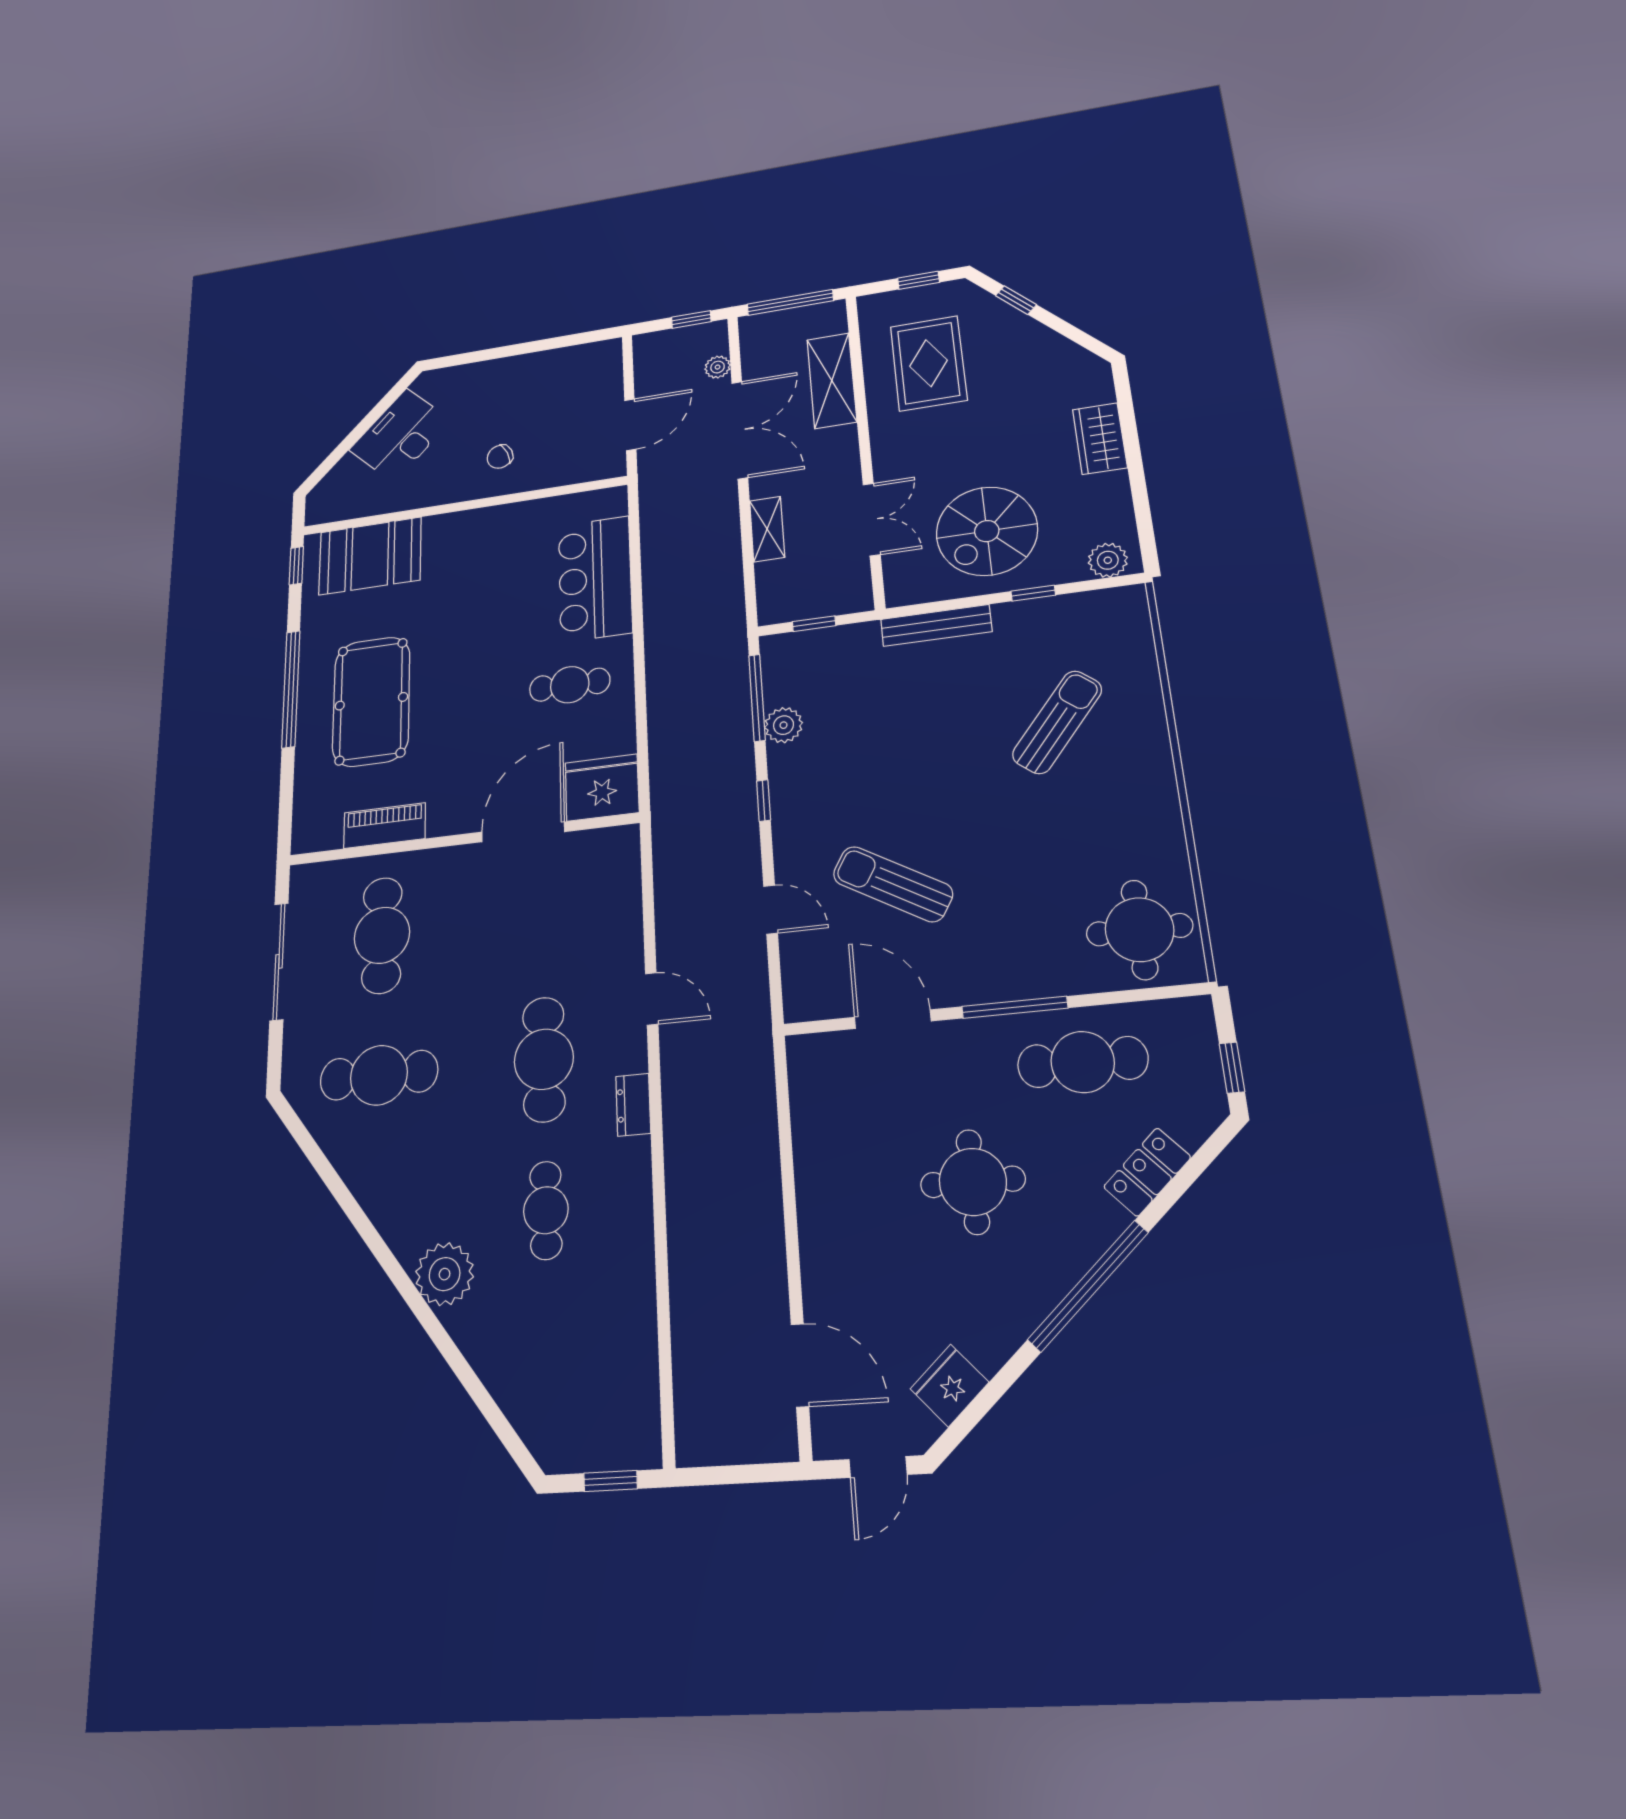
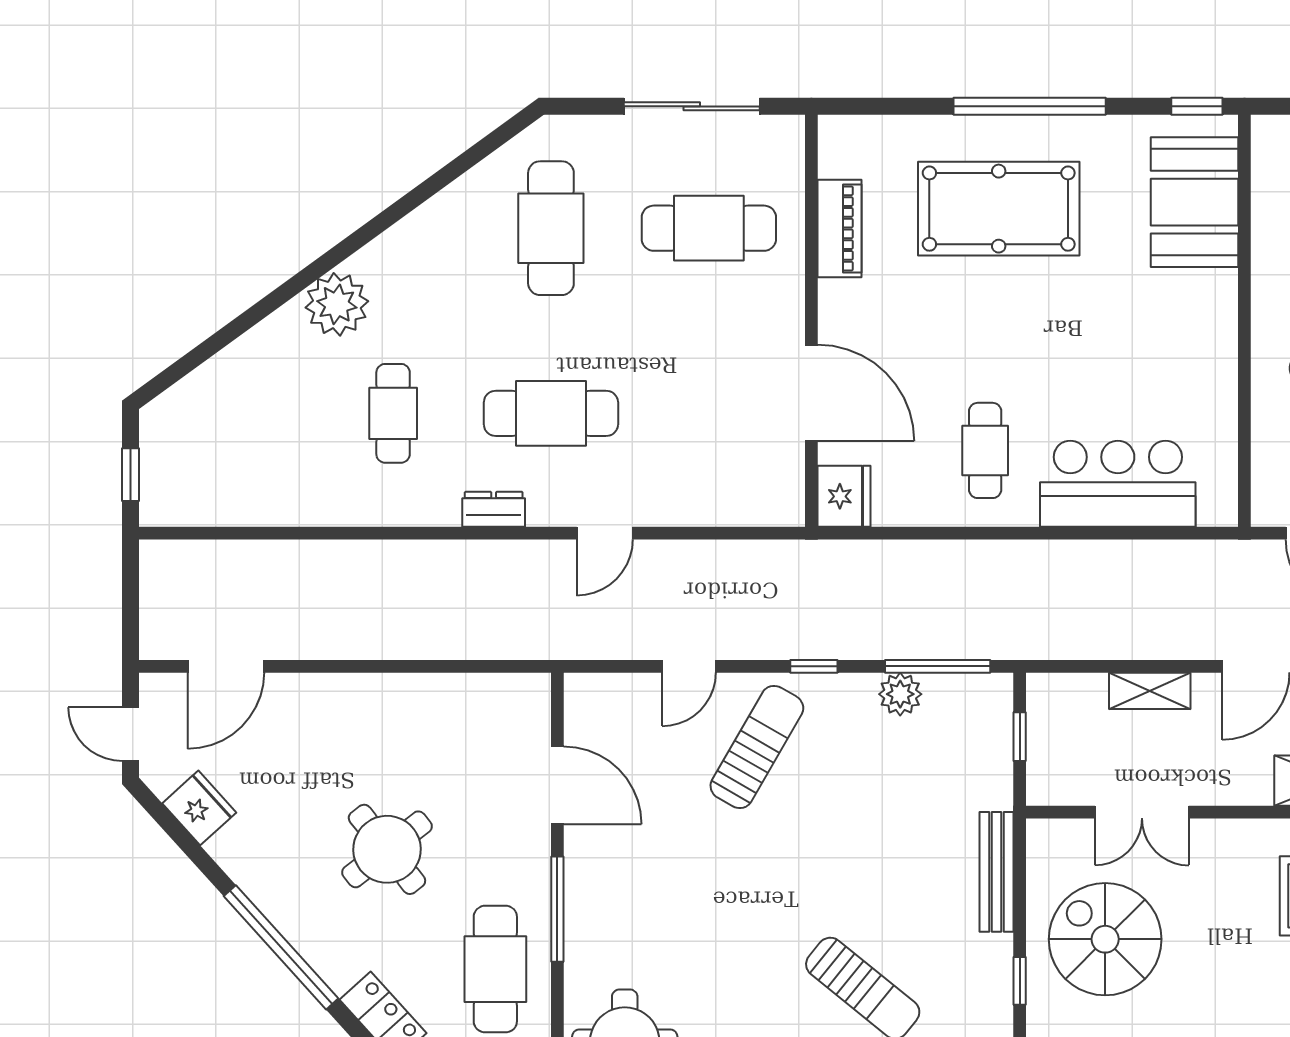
fridge: (602, 788) -> (844, 496), width x0.73, depth x0.75
sun lounger: (893, 884) -> (757, 747), moved
door: (893, 1019) -> (557, 785), hinge flipped
round table: (973, 1182) -> (387, 849), turned -38
cafe table: (546, 1210) -> (393, 413), turned 90

